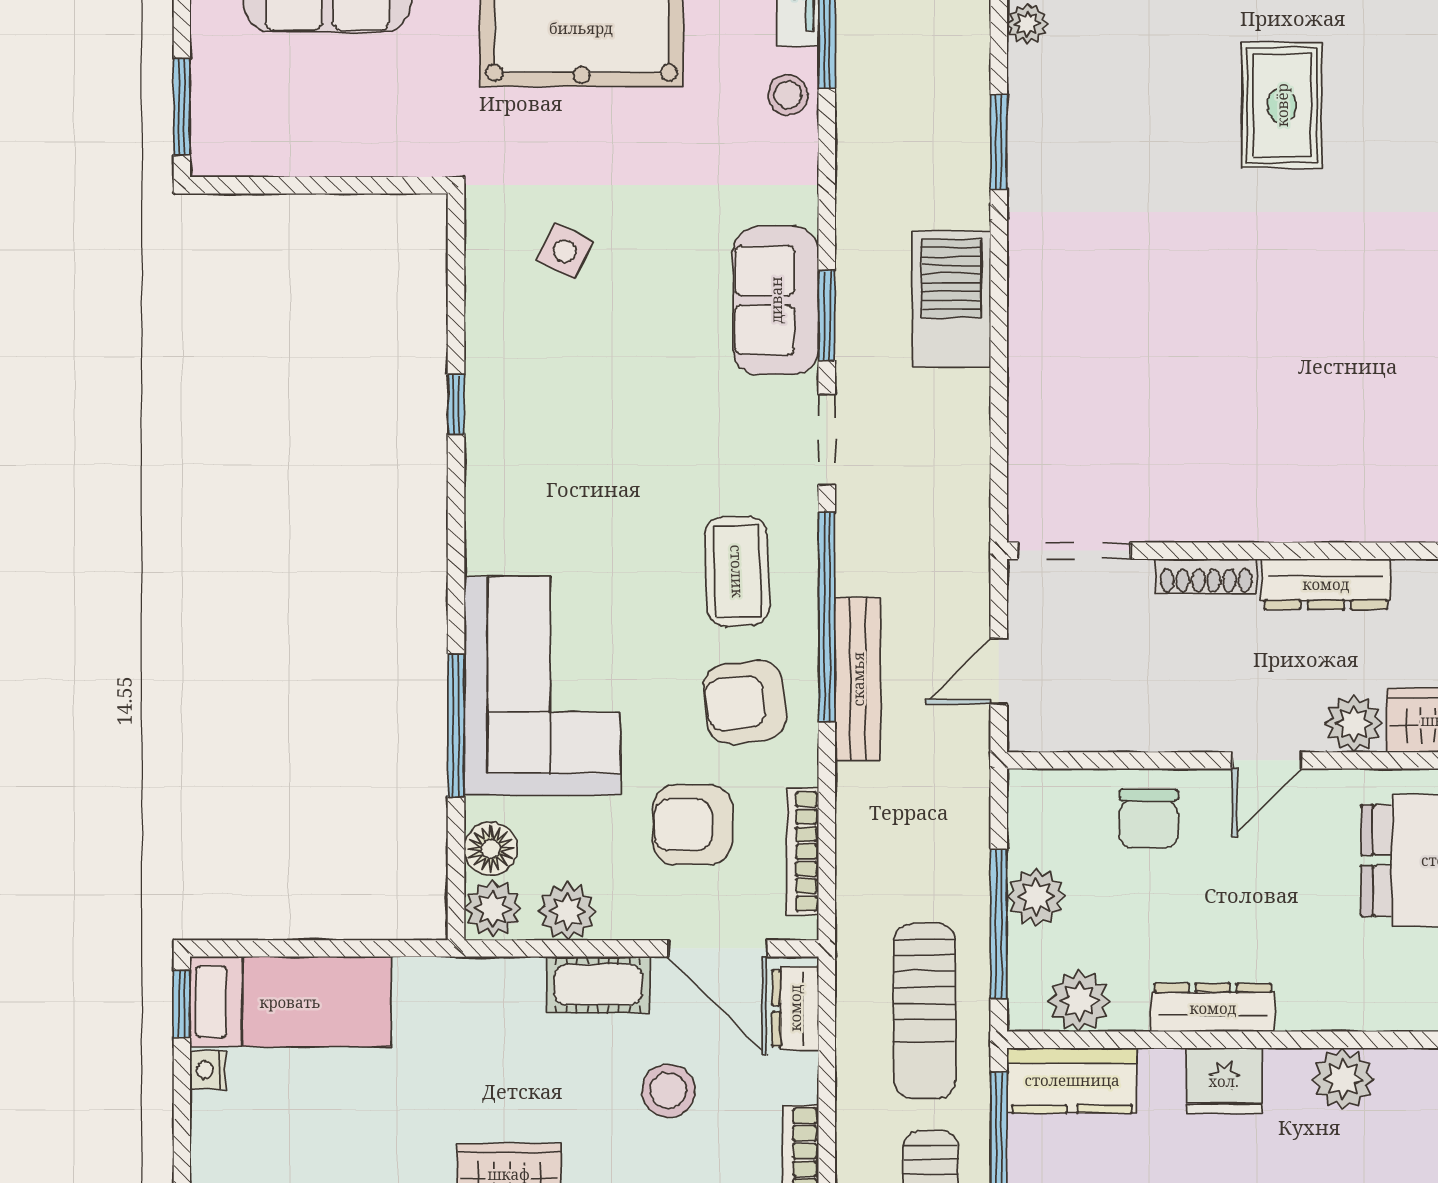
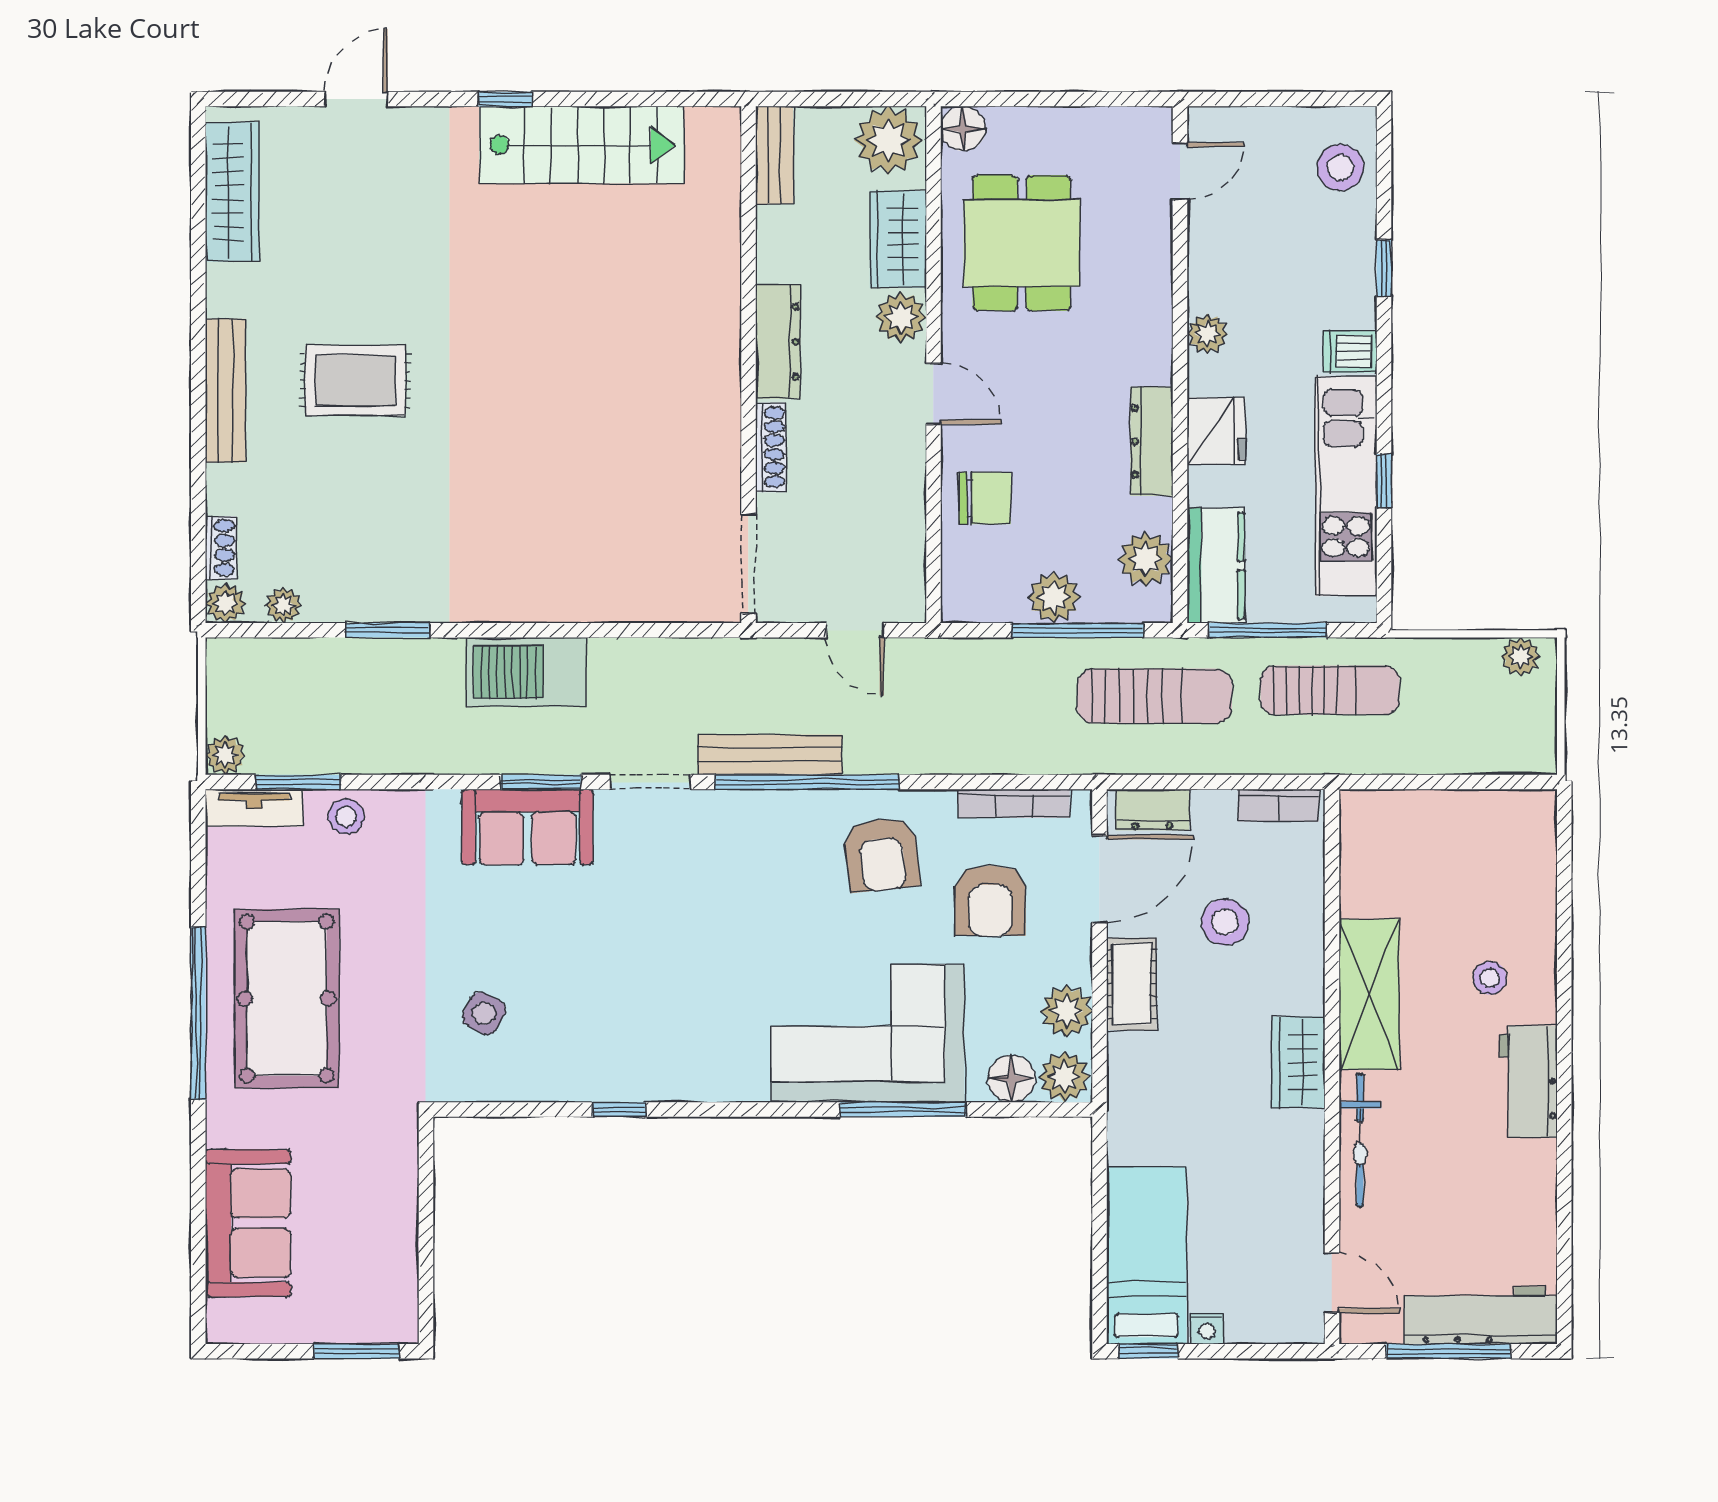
coffee table: (737, 571) -> (766, 861), removed
bench: (858, 679) -> (770, 755), moved
plant: (1343, 1079) -> (1207, 334), width x0.73, depth x0.73

